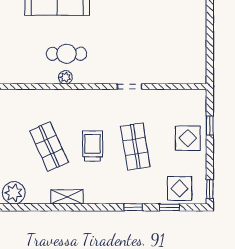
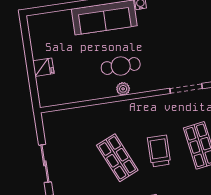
doorway: (130, 87) -> (186, 88), width x1.38

